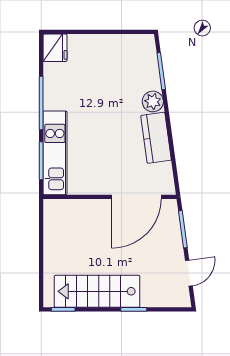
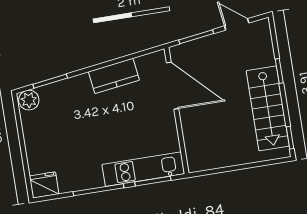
plant: (153, 101) -> (29, 100), moved

